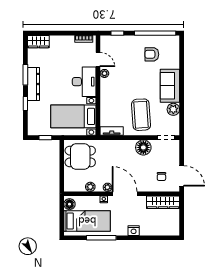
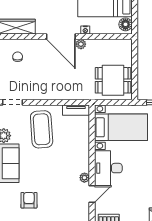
armchair: (152, 54) -> (29, 200), turned -90
door: (98, 59) -> (92, 194), swing flipped
floor lamp: (143, 147) -> (39, 91), removed
plant: (90, 187) -> (101, 45), removed

